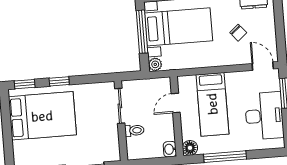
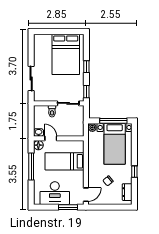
window: (25, 84) -> (86, 92), moved
door: (176, 103) -> (51, 138), moved

